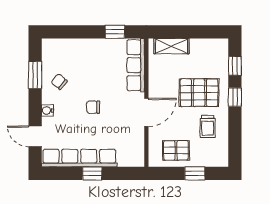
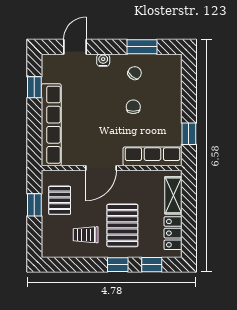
locker: (206, 46) -> (173, 233), added
chair: (93, 107) -> (133, 107), moved
door: (146, 112) -> (101, 168), hinge flipped
row of seats: (79, 158) -> (51, 125), moved
window: (92, 173) -> (34, 87), moved
window: (195, 173) -> (34, 205), moved

